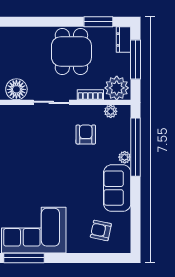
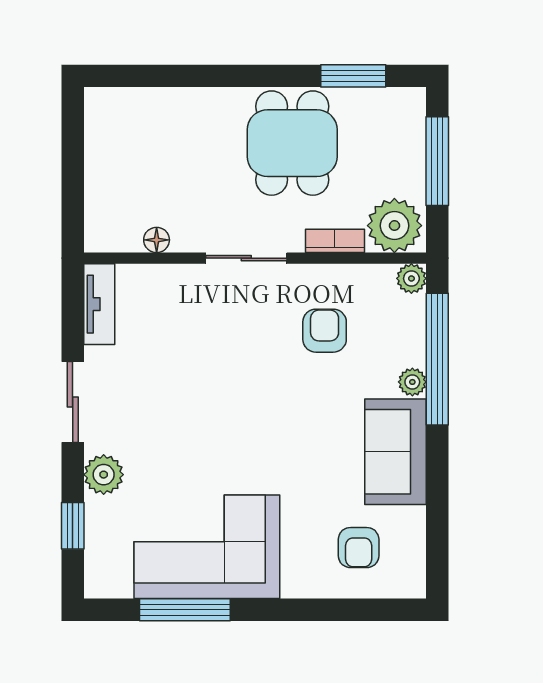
dresser: (123, 40) -> (410, 116), removed
floor lamp: (16, 89) -> (157, 240), width x0.53, depth x0.53
plant: (111, 111) -> (411, 278), moved
armchair: (101, 230) -> (359, 548), turned -102

